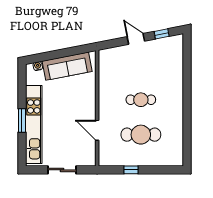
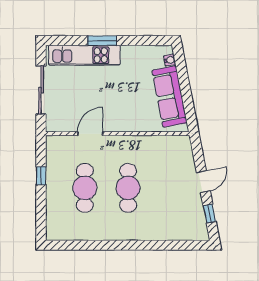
cafe table: (141, 100) -> (128, 188), width x1.37, depth x1.35
kitchen unit: (34, 124) -> (84, 55), width x0.73
sliding door: (62, 170) -> (41, 90), width x1.37

